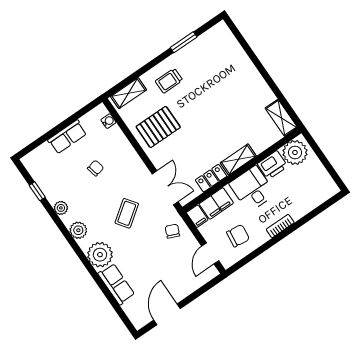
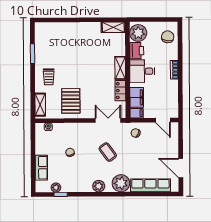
row of seats: (67, 137) -> (41, 168), moved
plant: (61, 208) -> (56, 188), moved
chair: (238, 236) -> (168, 37), moved
row of seats: (116, 284) -> (150, 185), width x1.48

